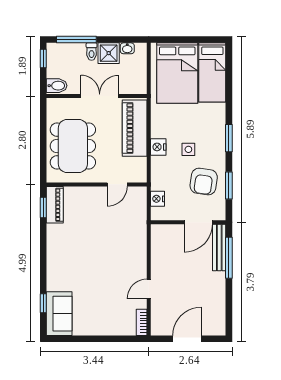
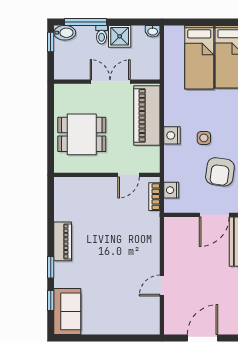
washbasin: (127, 48) -> (153, 31), moved
bed: (177, 73) -> (199, 57), width x0.67
bidet: (57, 86) -> (65, 33), moved
dining table: (73, 146) -> (82, 134), width x0.73
piano: (55, 205) -> (63, 241), moved
window: (43, 208) -> (51, 267), moved
bookcase: (142, 322) -> (154, 197), moved

